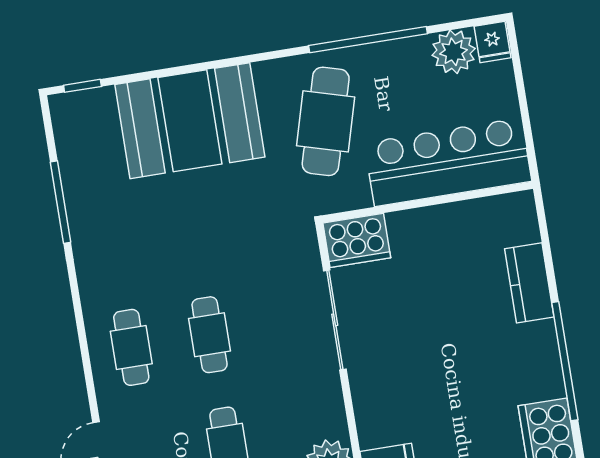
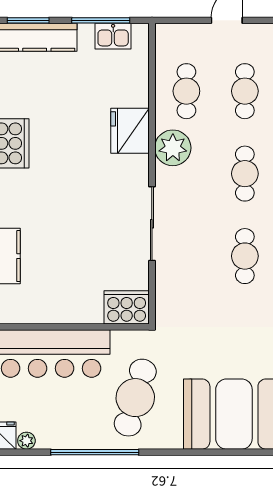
plant: (454, 52) -> (26, 441), width x0.53, depth x0.53
sliding door: (335, 320) -> (152, 224), moved

